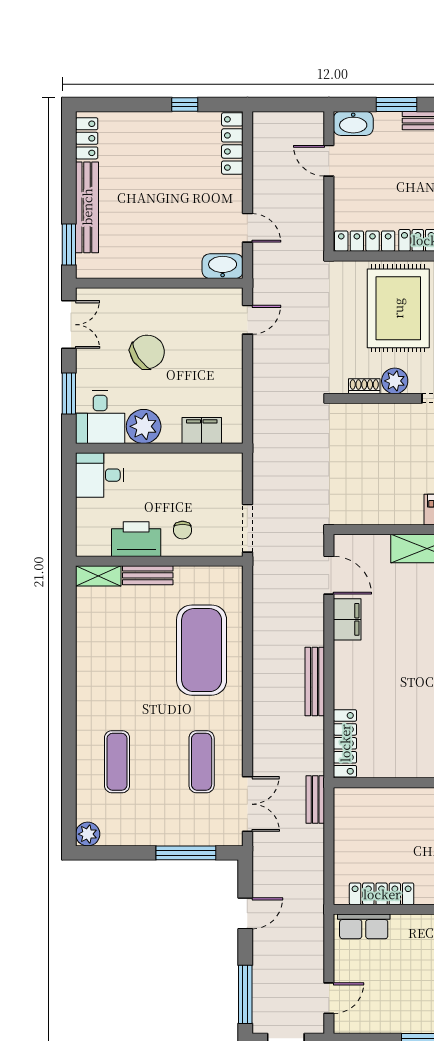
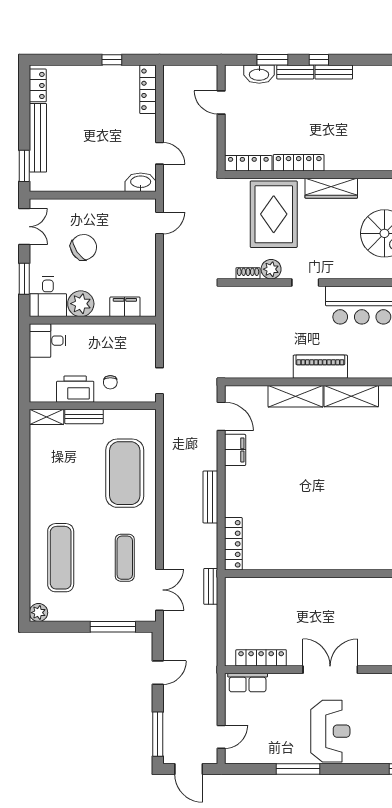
washbasin: (353, 123) -> (259, 74), moved
doorway: (247, 528) -> (160, 381), width x0.73
exercise mat: (117, 762) -> (61, 558), width x1.36, depth x1.45

